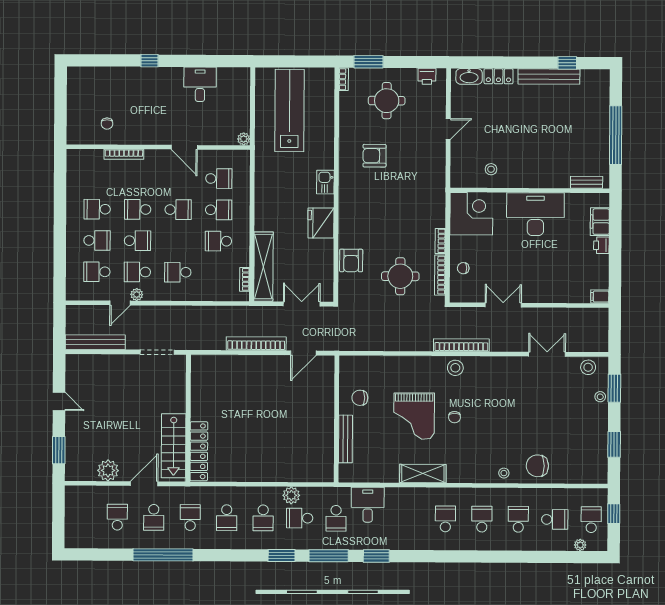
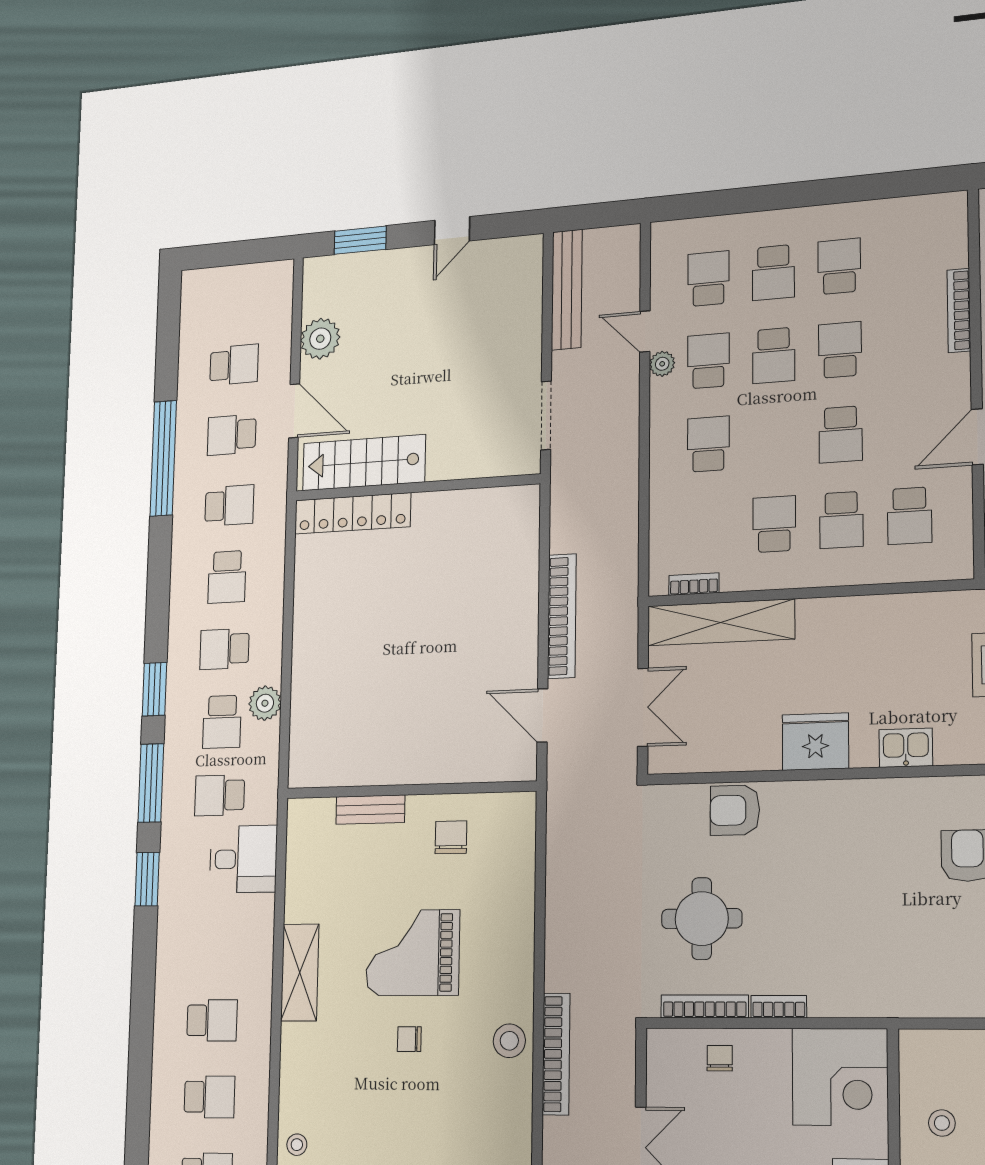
bench: (345, 439) -> (370, 810), width x0.73
school desk: (227, 518) -> (227, 577), turned -90
school desk: (300, 518) -> (222, 722), turned 180

